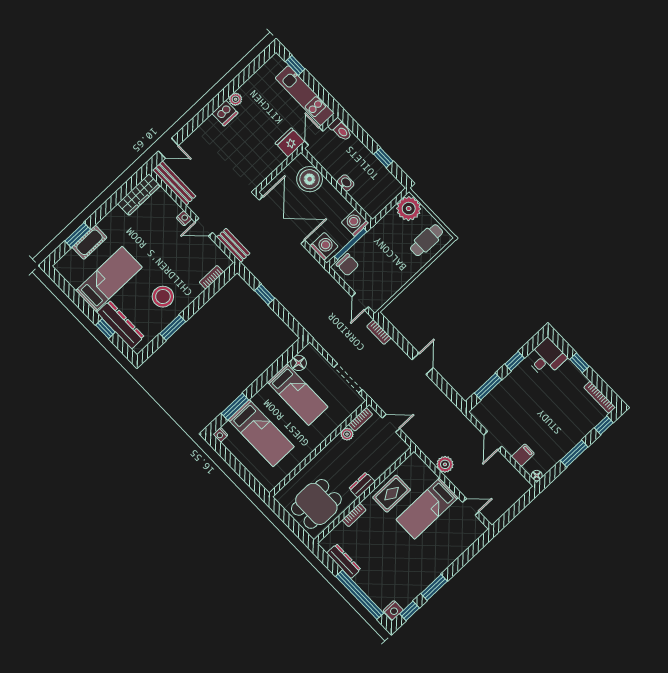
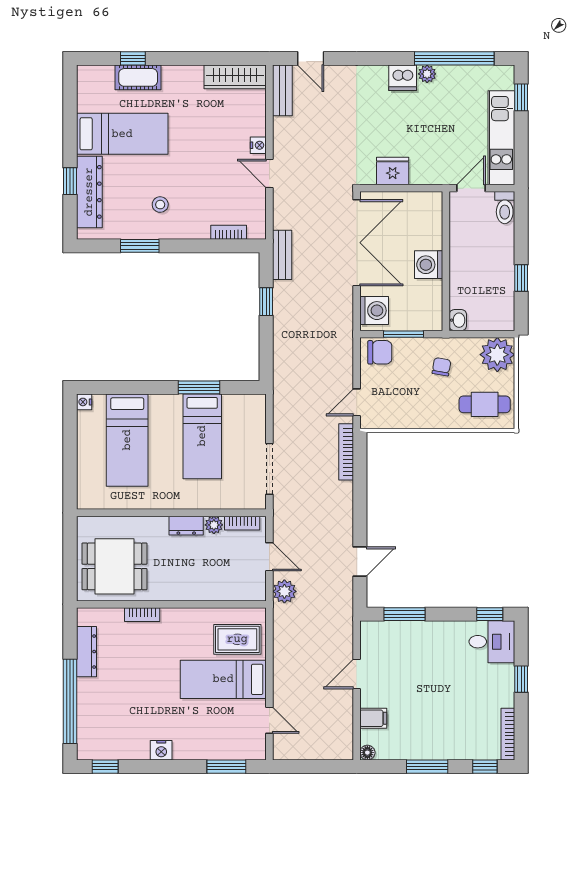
window: (242, 78) -> (454, 58), added
fridge: (290, 142) -> (393, 171), moved
boiler: (310, 179) -> (425, 228), removed
bench: (174, 183) -> (282, 90), width x0.73
washbasin: (346, 183) -> (458, 320), moved
washing machine: (355, 223) -> (429, 265), moved, turned -90
window: (78, 235) -> (133, 58), width x0.67
chair: (386, 242) -> (441, 367), added
window: (351, 244) -> (403, 334), width x0.69
bench: (233, 245) -> (282, 255), moved
chair: (347, 265) -> (380, 352), turned -90
stool: (163, 297) -> (160, 205), width x0.53, depth x0.53
bookcase: (379, 332) -> (346, 452), width x1.56
window: (515, 361) -> (490, 614), moved
floor lamp: (299, 363) -> (234, 405), removed
door: (423, 364) -> (360, 562), moved
window: (235, 407) -> (199, 387), moved
plant: (445, 464) -> (284, 591), moved
dresser: (362, 485) -> (186, 526), moved, turned 180
rug: (392, 494) -> (237, 639), moved
window: (434, 587) -> (226, 767), moved
nightstand: (393, 610) -> (161, 750), moved

